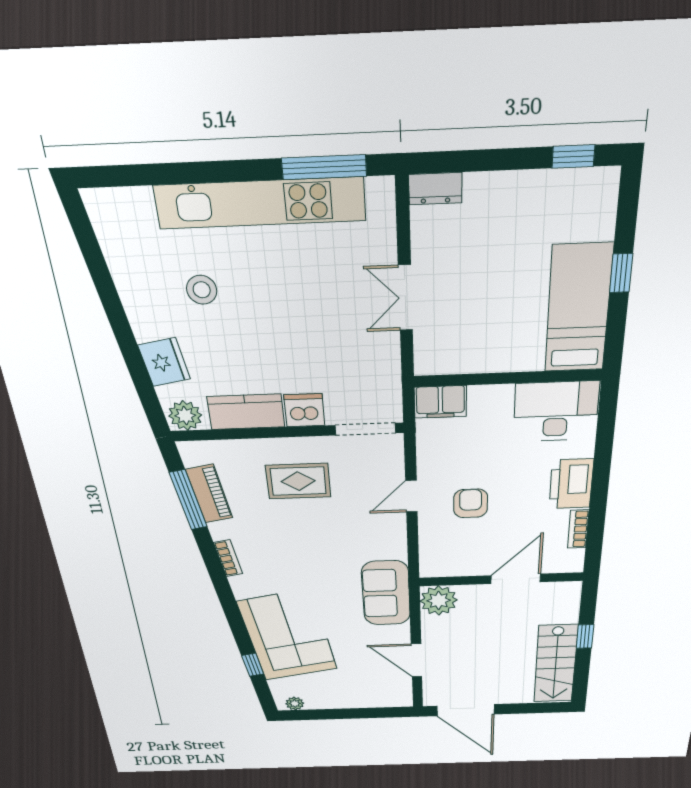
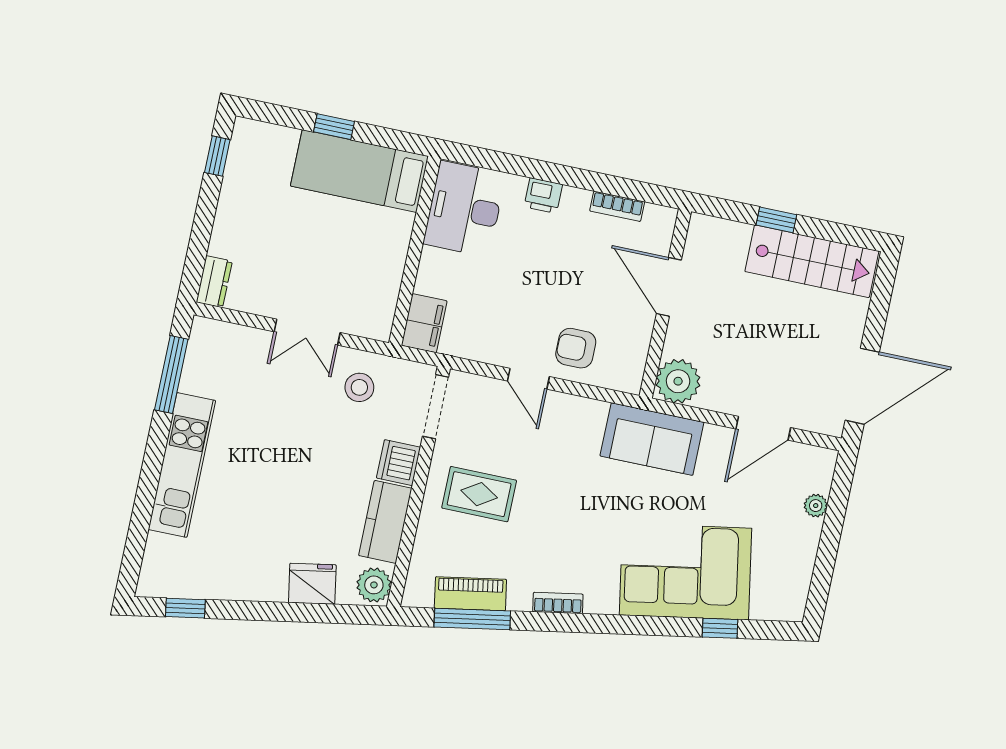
kitchen unit: (260, 203) -> (182, 465), width x0.73
window: (89, 246) -> (185, 608), added
stool: (202, 290) -> (359, 387), moved
rug: (298, 481) -> (479, 494), turned 90
printer: (571, 484) -> (543, 196), width x0.53, depth x0.68
armchair: (471, 503) -> (576, 348), moved
plant: (295, 703) -> (816, 506), moved

